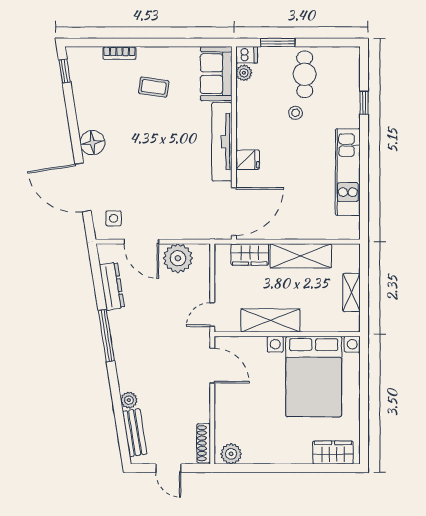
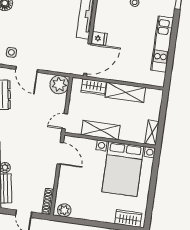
fridge: (248, 160) -> (99, 38), moved
plant: (178, 258) -> (59, 85), moved
shelving: (351, 292) -> (152, 133), moved

